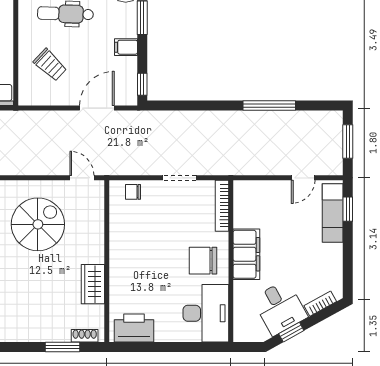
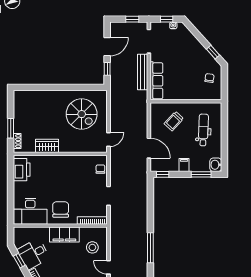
stool: (268, 206) -> (92, 247), added

